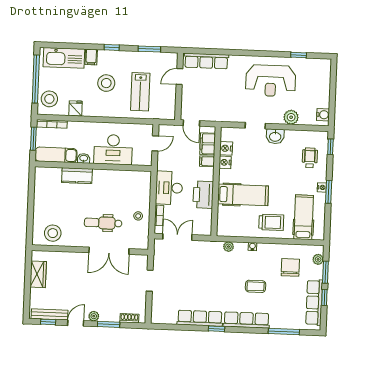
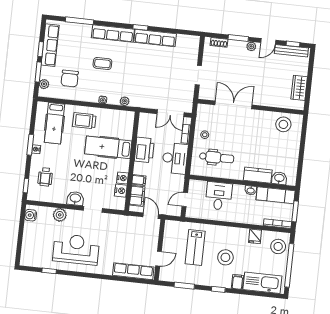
lab bench: (140, 92) -> (195, 247), turned 180
desk: (113, 150) -> (219, 196), width x0.73
washbasin: (53, 174) -> (279, 178), added
dental chair: (103, 223) -> (217, 157), moved

